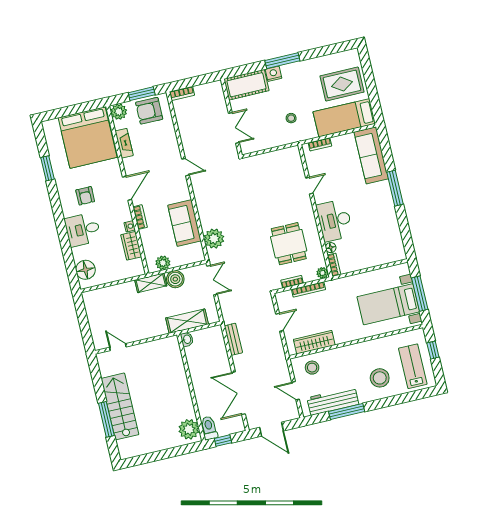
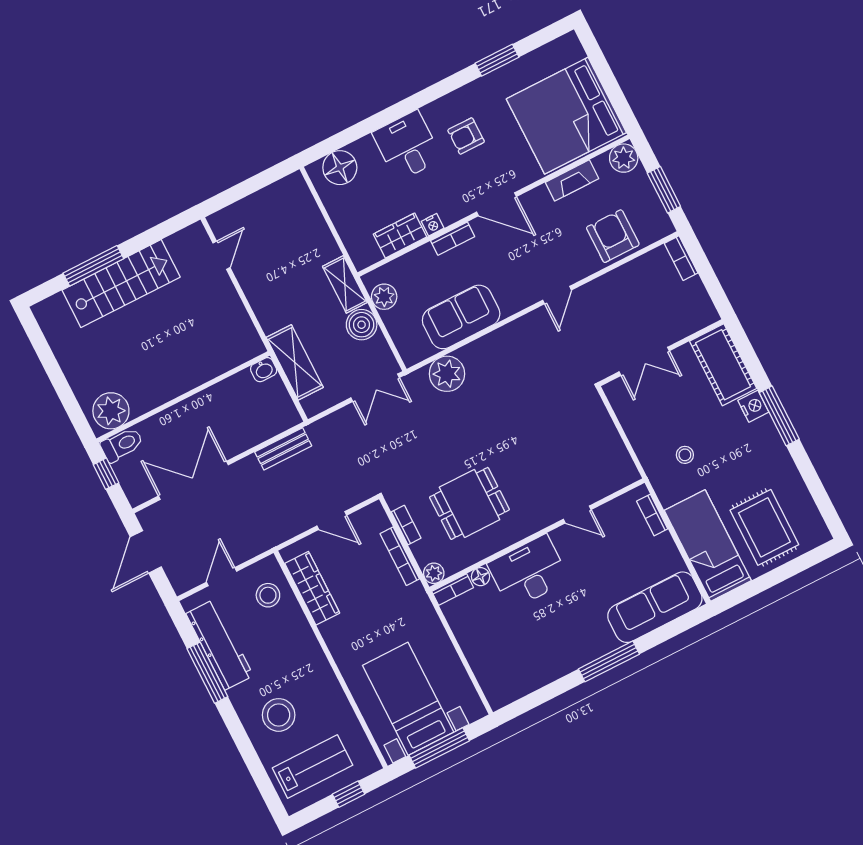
armchair: (149, 111) -> (613, 236), moved

